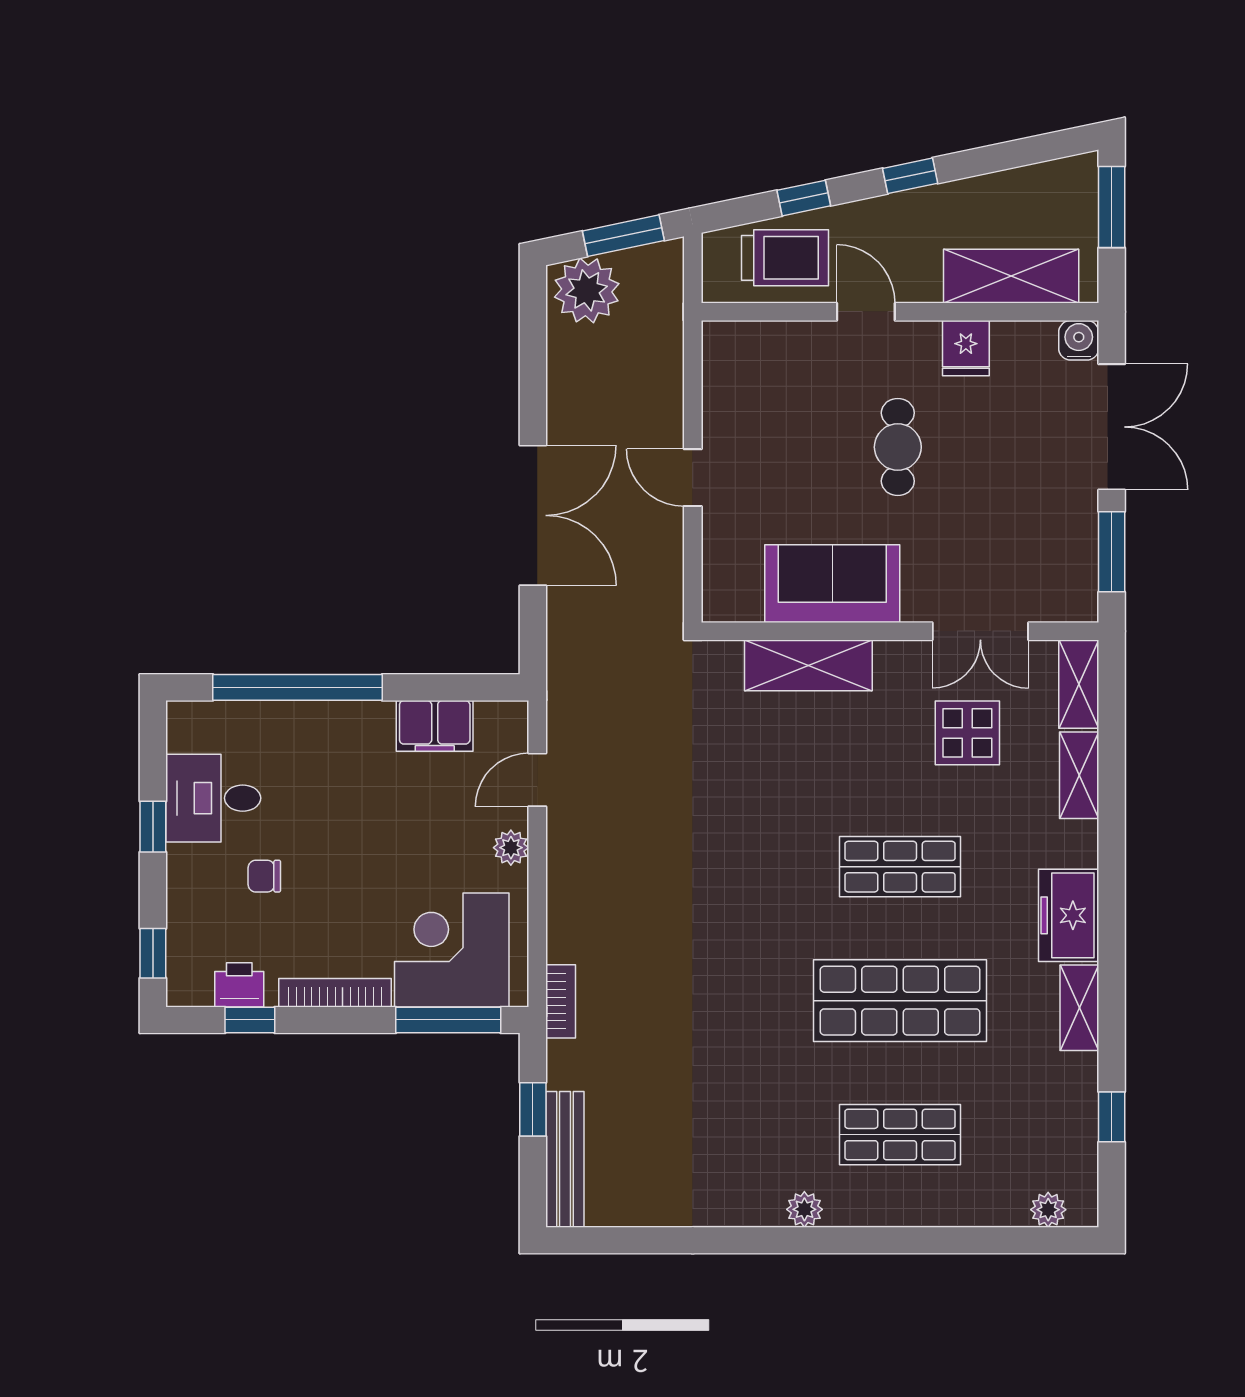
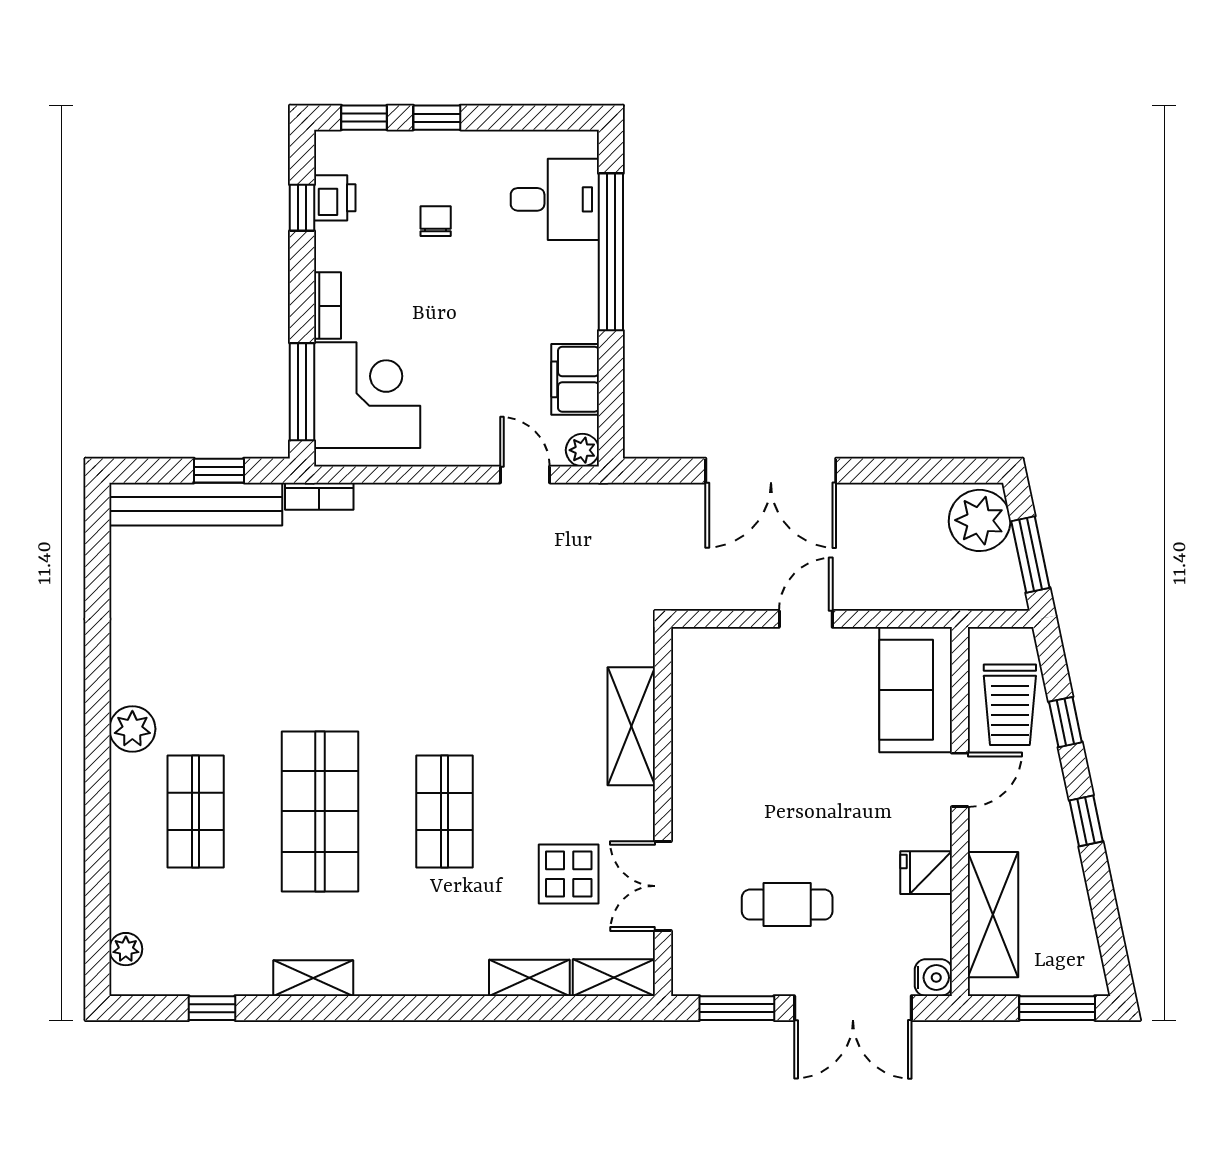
cafe table: (898, 447) -> (787, 905), moved
sofa: (832, 584) -> (916, 690), moved, turned 180
desk: (213, 798) -> (555, 199), moved, turned 90
window: (153, 827) -> (437, 118), moved
plant: (511, 848) -> (582, 450), moved
freezer: (1069, 915) -> (399, 968), removed
bookcase: (335, 993) -> (327, 306), width x0.64
bench: (565, 1159) -> (196, 504), width x1.37, depth x1.21
plant: (804, 1209) -> (132, 729), width x1.38, depth x1.38

